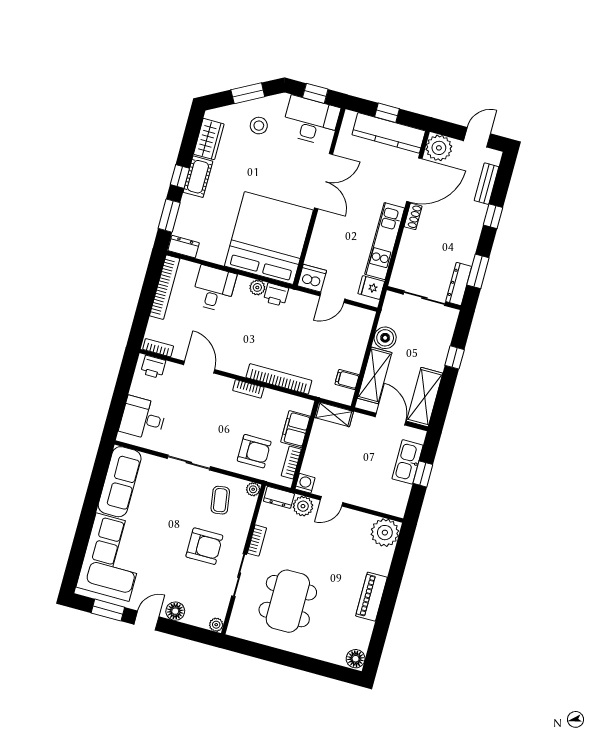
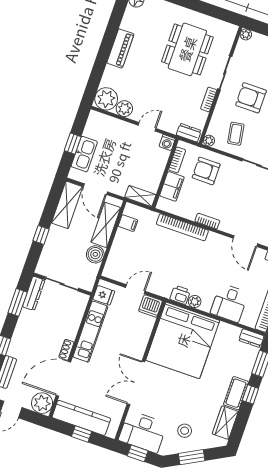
plant: (303, 506) -> (124, 109), moved

